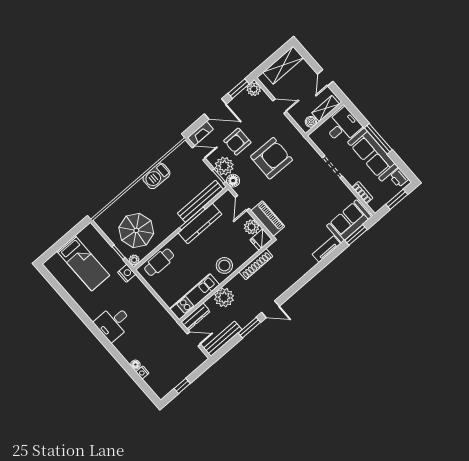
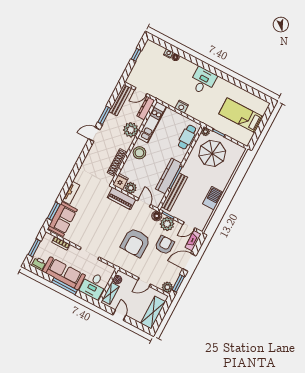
nightstand: (127, 273) -> (182, 107), moved

